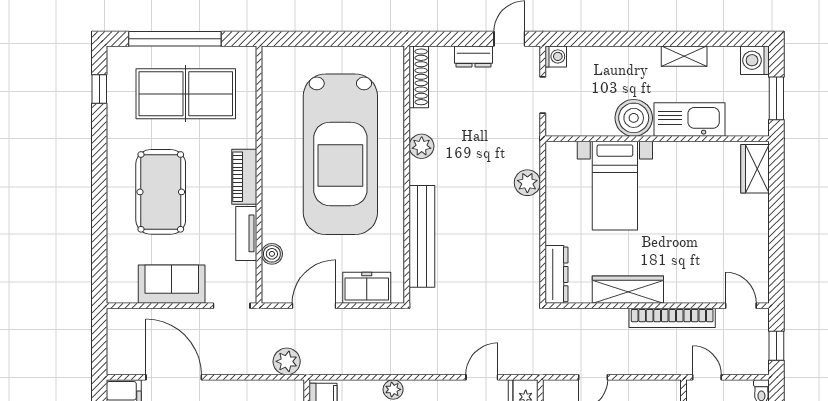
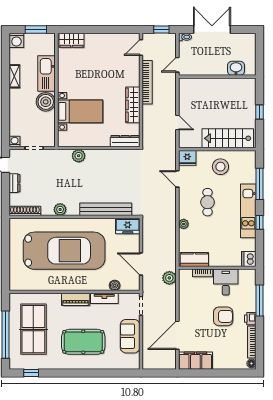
freezer: (367, 288) -> (128, 226), moved, turned -90

